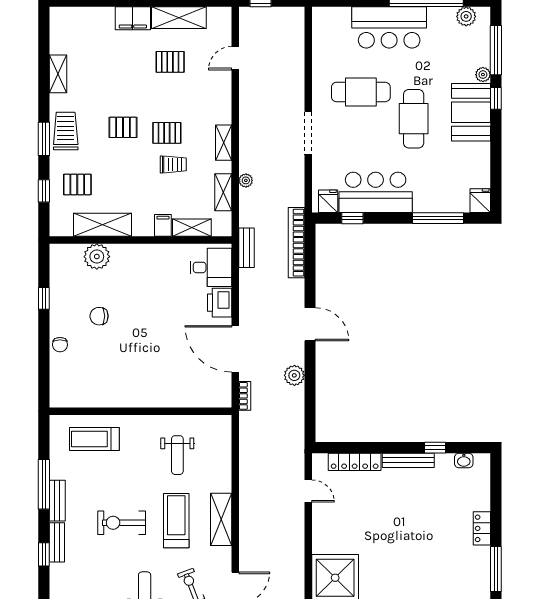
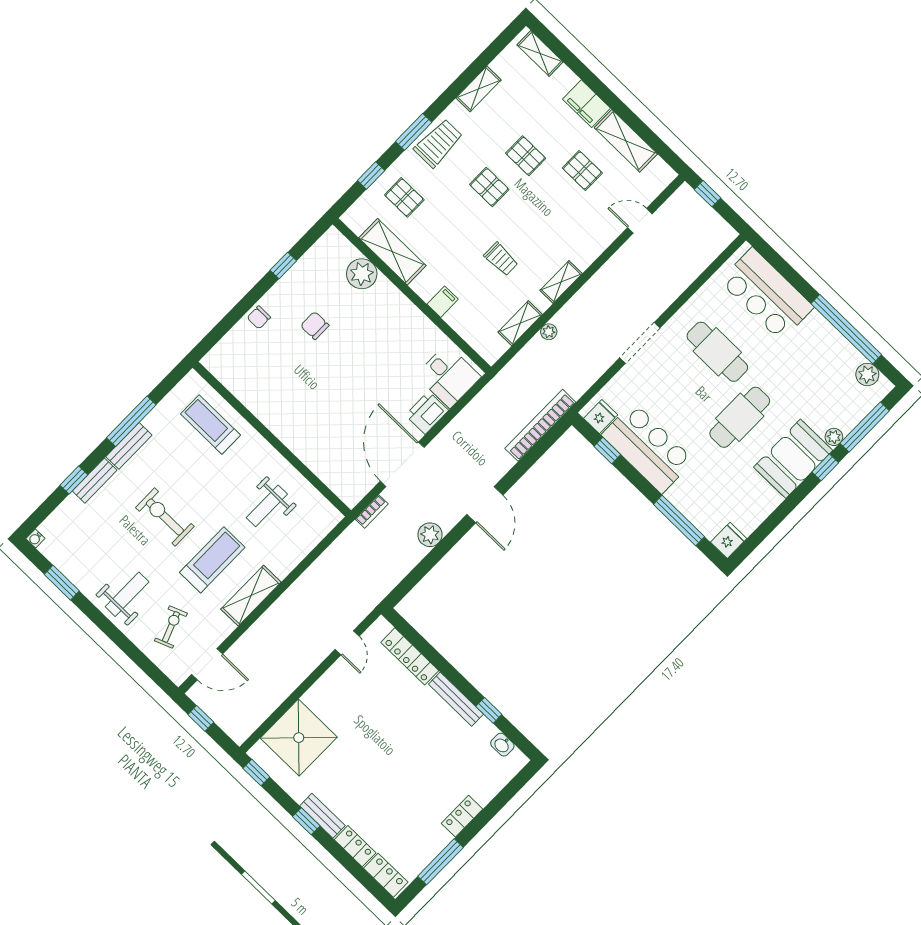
bar counter: (389, 27) -> (767, 294), moved
pallet: (167, 133) -> (526, 156), moved
shelving: (192, 228) -> (540, 53), moved
bench: (247, 248) -> (494, 389), removed

